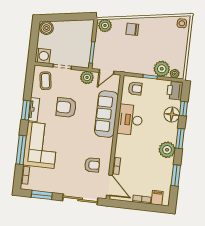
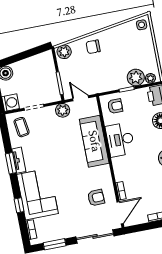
door: (107, 72) -> (81, 98), swing flipped
armchair: (66, 107) -> (51, 147), removed
window: (21, 150) -> (19, 205), width x0.46
door: (109, 185) -> (120, 213), hinge flipped

